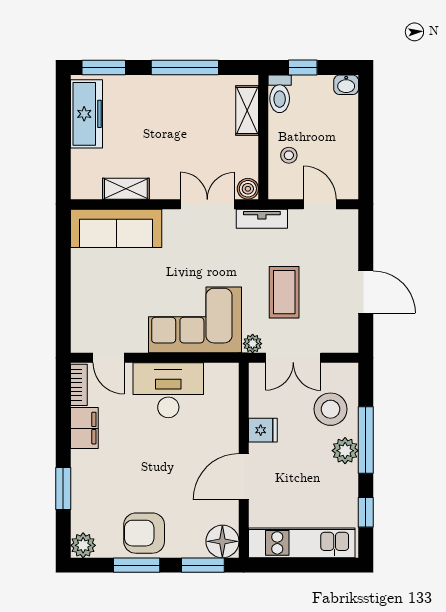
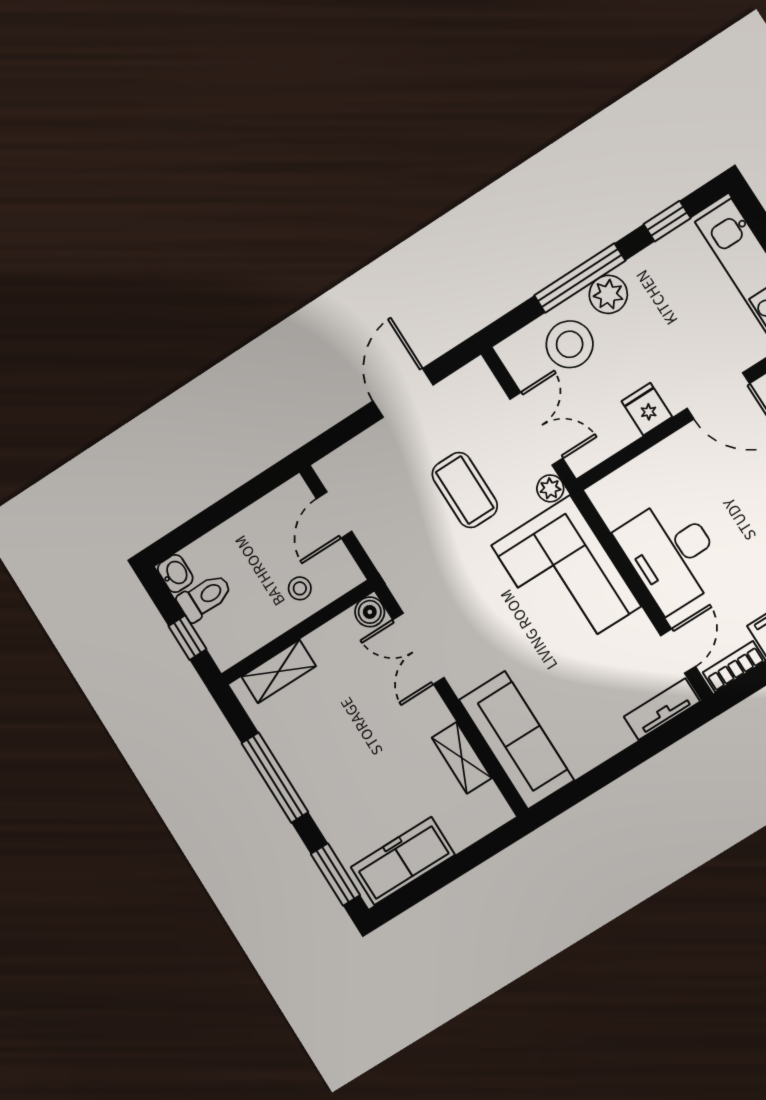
toilet: (280, 94) -> (205, 597), moved
tv unit: (262, 219) -> (662, 709), moved, turned -90
coffee table: (284, 292) -> (465, 490), turned 90

